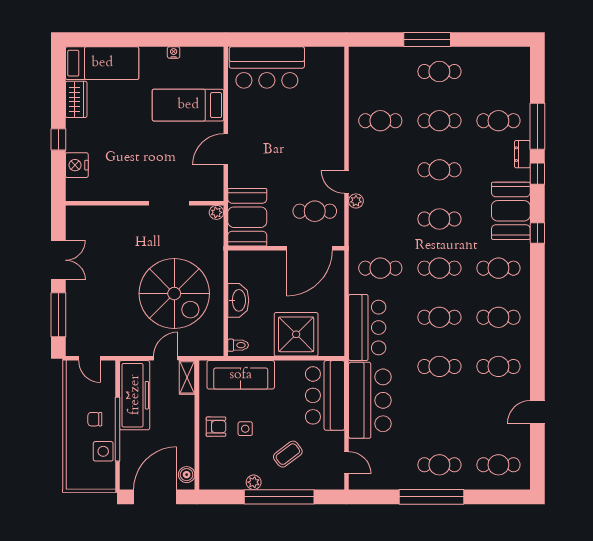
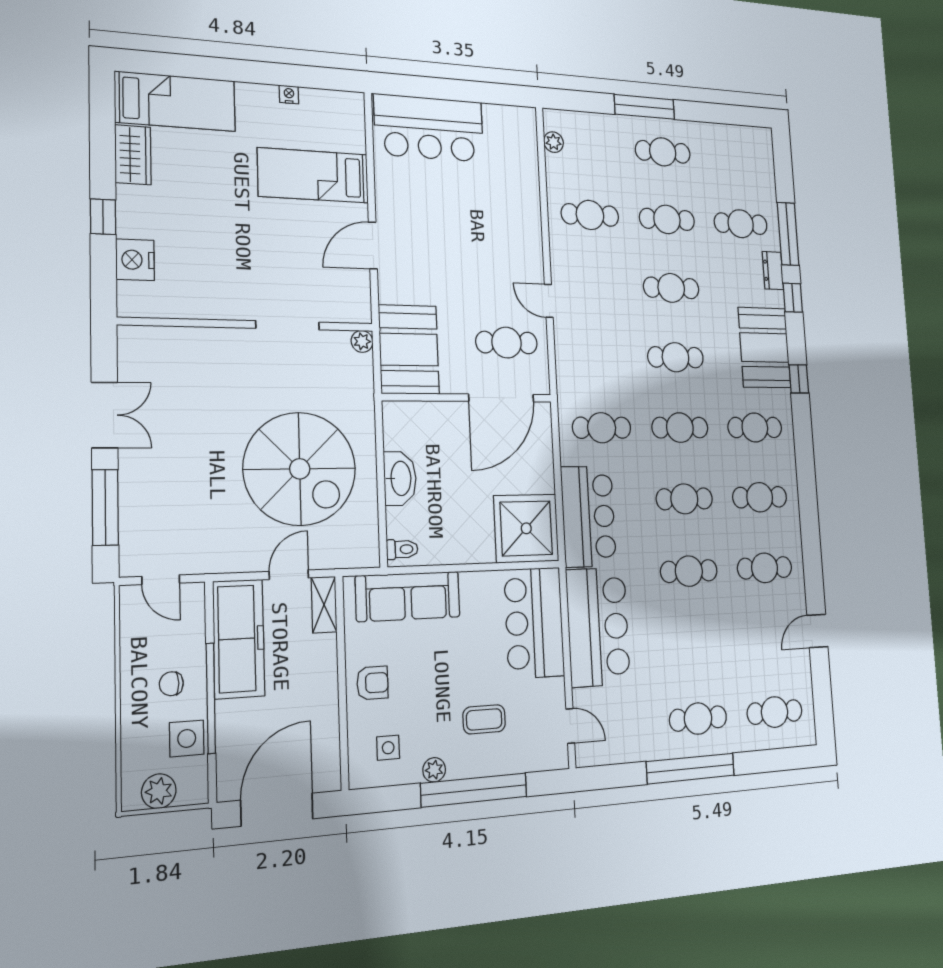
plant: (356, 201) -> (553, 142), moved
shower: (296, 334) -> (526, 528), moved
side table: (245, 429) -> (388, 748), moved
coffee table: (288, 454) -> (484, 719), turned 37
boiler: (187, 475) -> (328, 767), removed
plant: (87, 480) -> (159, 791), added

